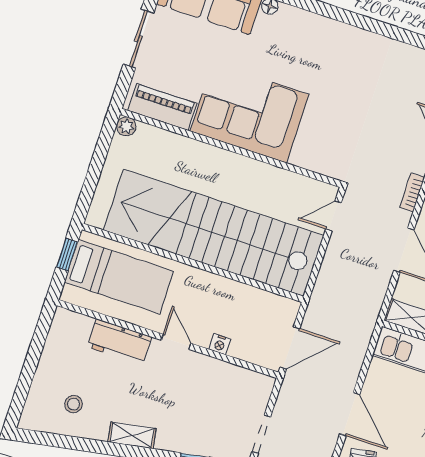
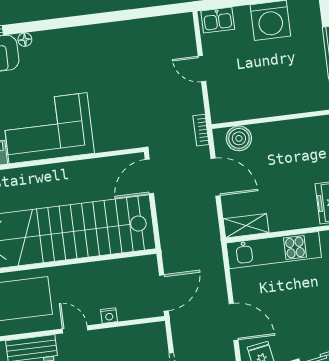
door: (333, 216) -> (149, 176), width x1.38

